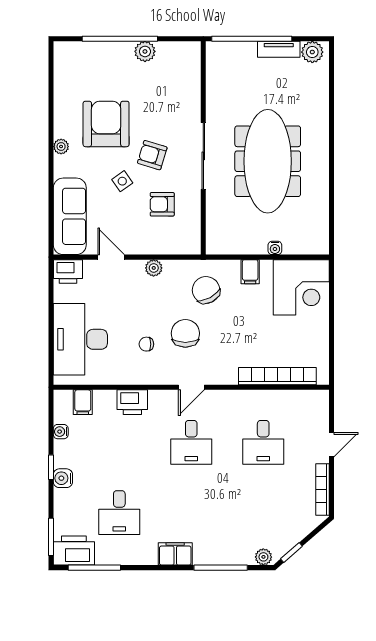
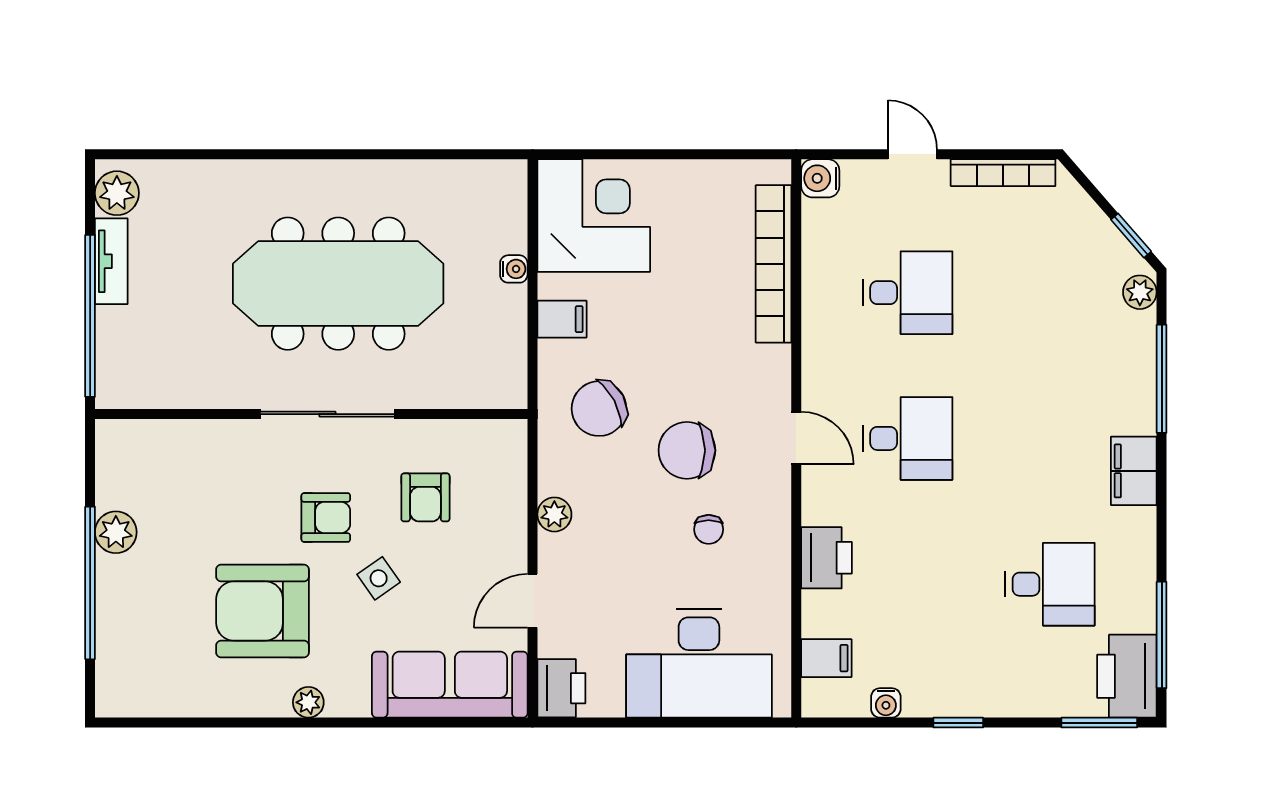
armchair: (152, 155) -> (326, 518), turned -107
water cooler: (63, 478) -> (820, 178), moved, turned 90

